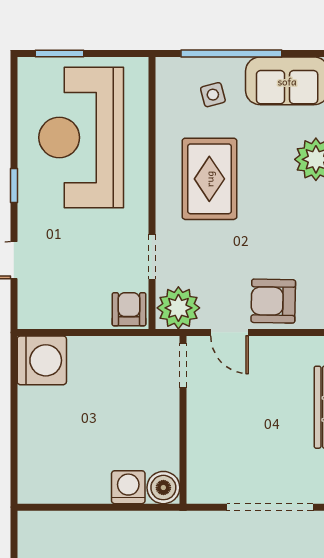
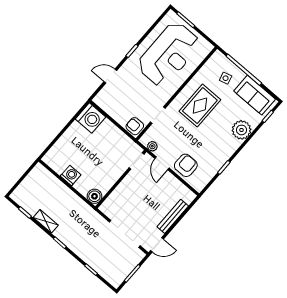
reception desk: (81, 138) -> (169, 54), turned 180
armchair: (273, 301) -> (186, 165), turned 89
plant: (178, 308) -> (152, 146), width x0.53, depth x0.53
armchair: (129, 309) -> (135, 126), turned -90
washing machine: (128, 487) -> (71, 175), moved

